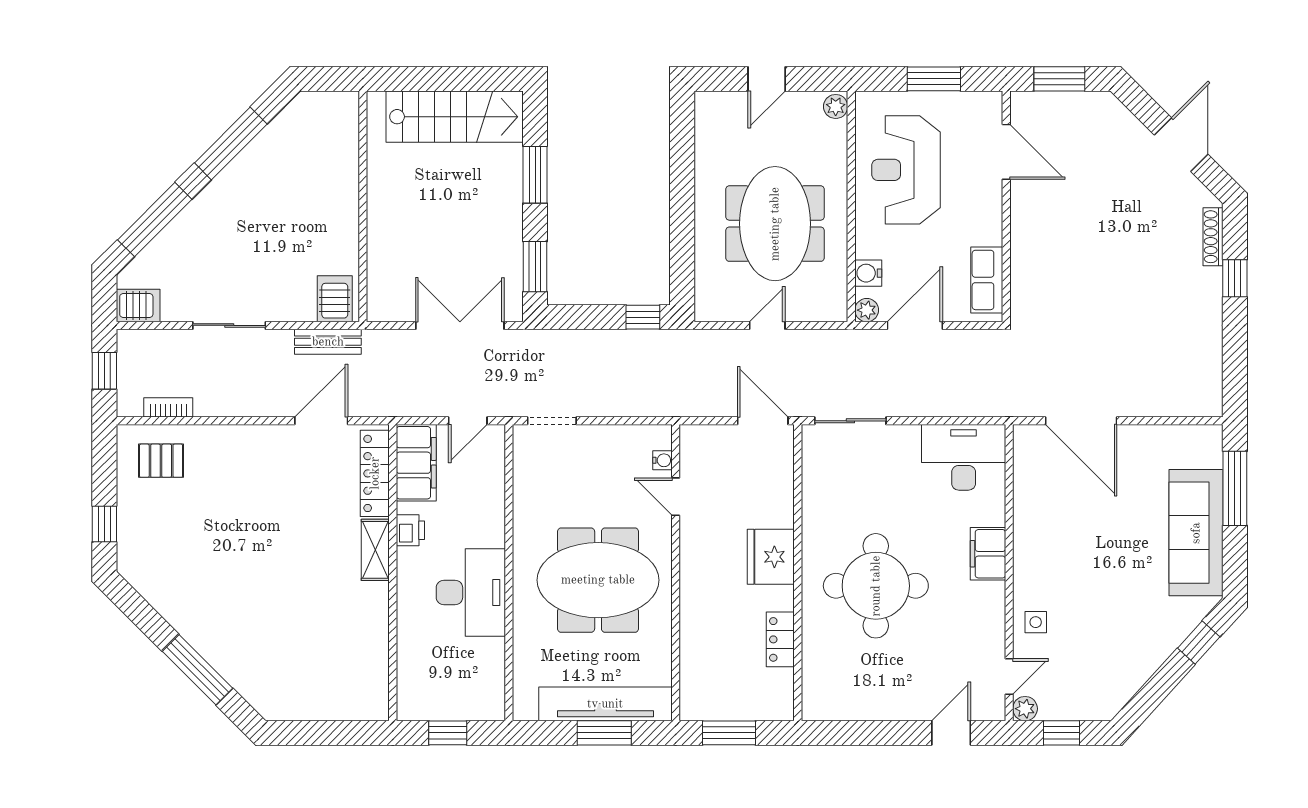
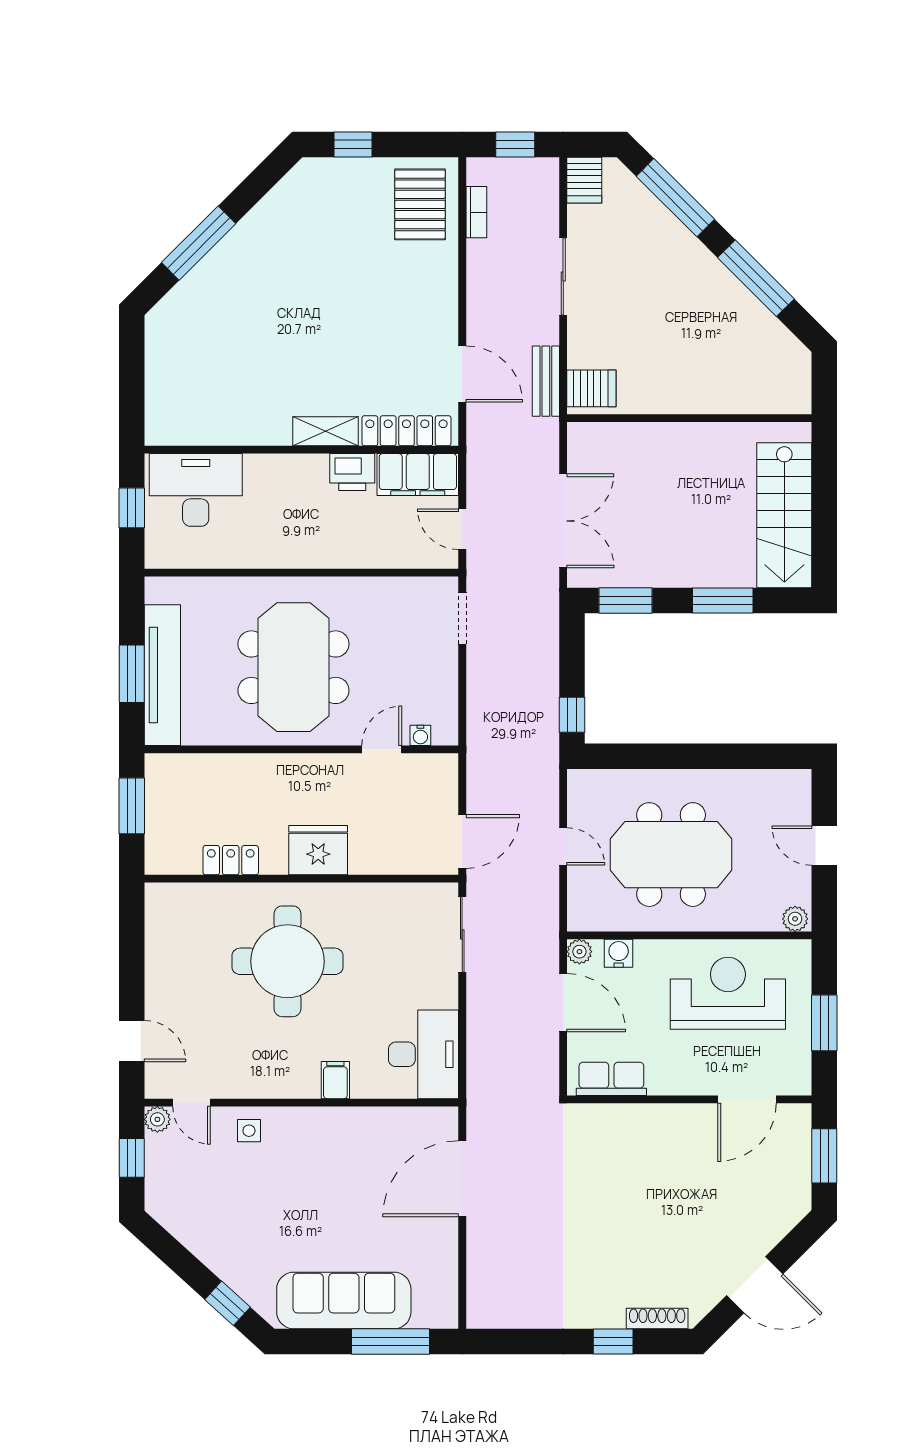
pallet: (161, 461) -> (420, 204), width x1.50, depth x1.42
printer: (410, 530) -> (352, 472), width x1.36, depth x1.24
filing cabinet: (988, 554) -> (335, 1080), width x0.50
desk: (471, 592) -> (196, 490), moved, turned 180

